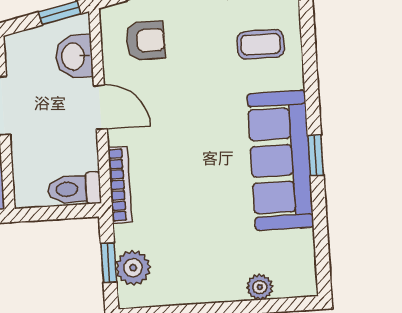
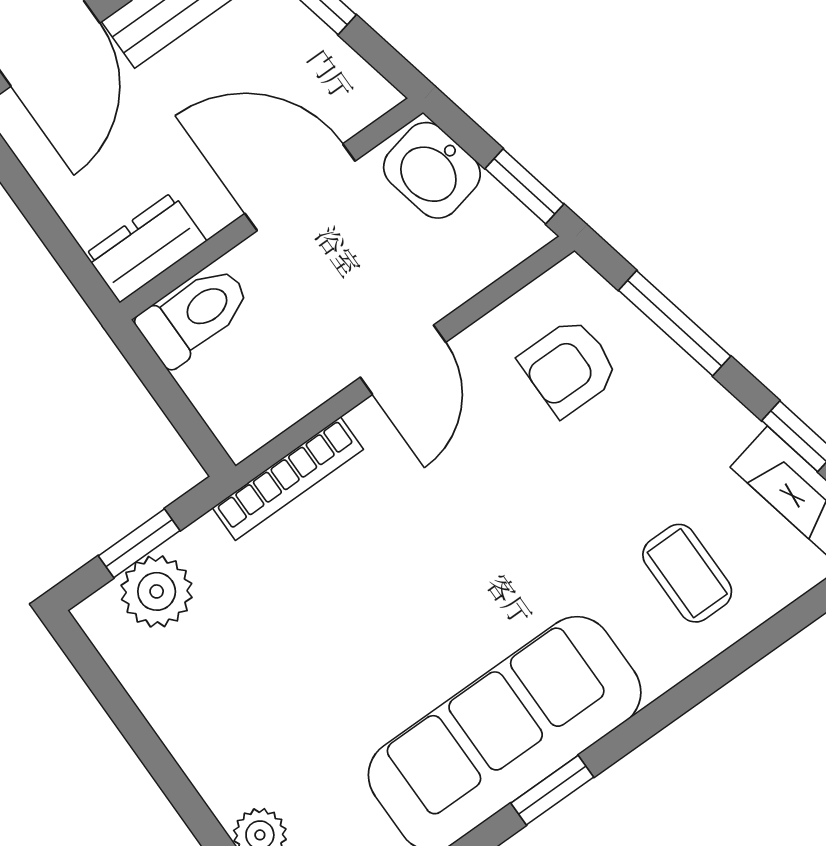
armchair: (146, 41) -> (569, 367), turned 90
washbasin: (74, 56) -> (432, 170), moved, turned -102
toilet: (74, 189) -> (195, 315), moved, turned 90

